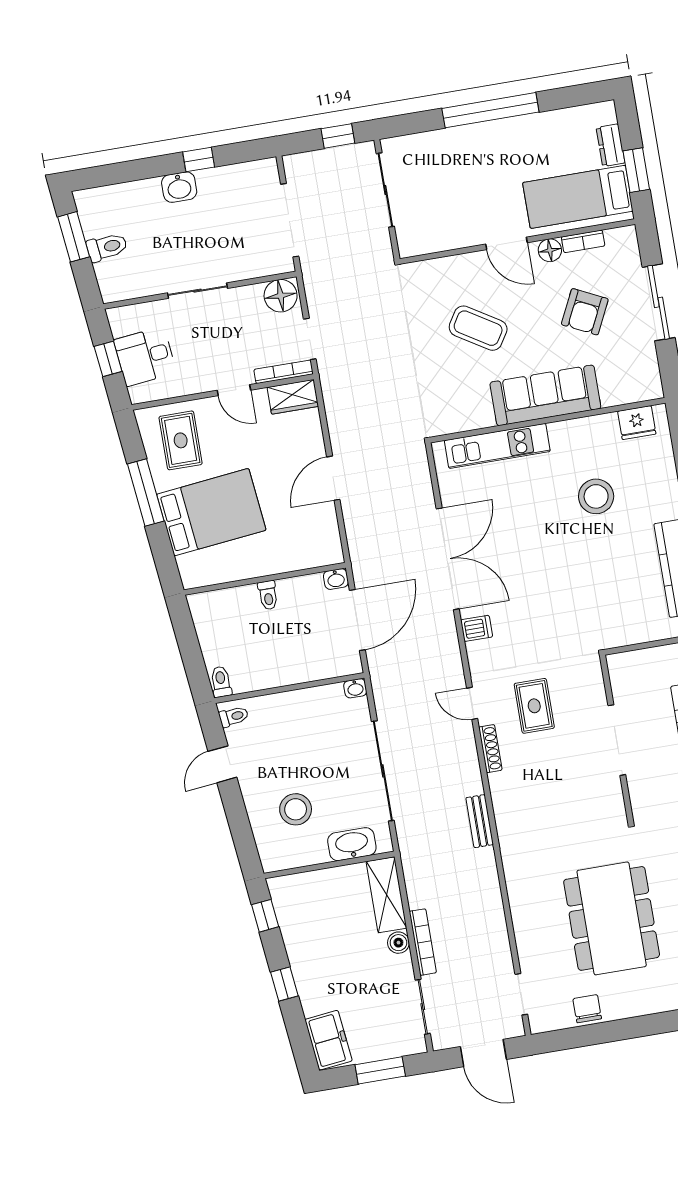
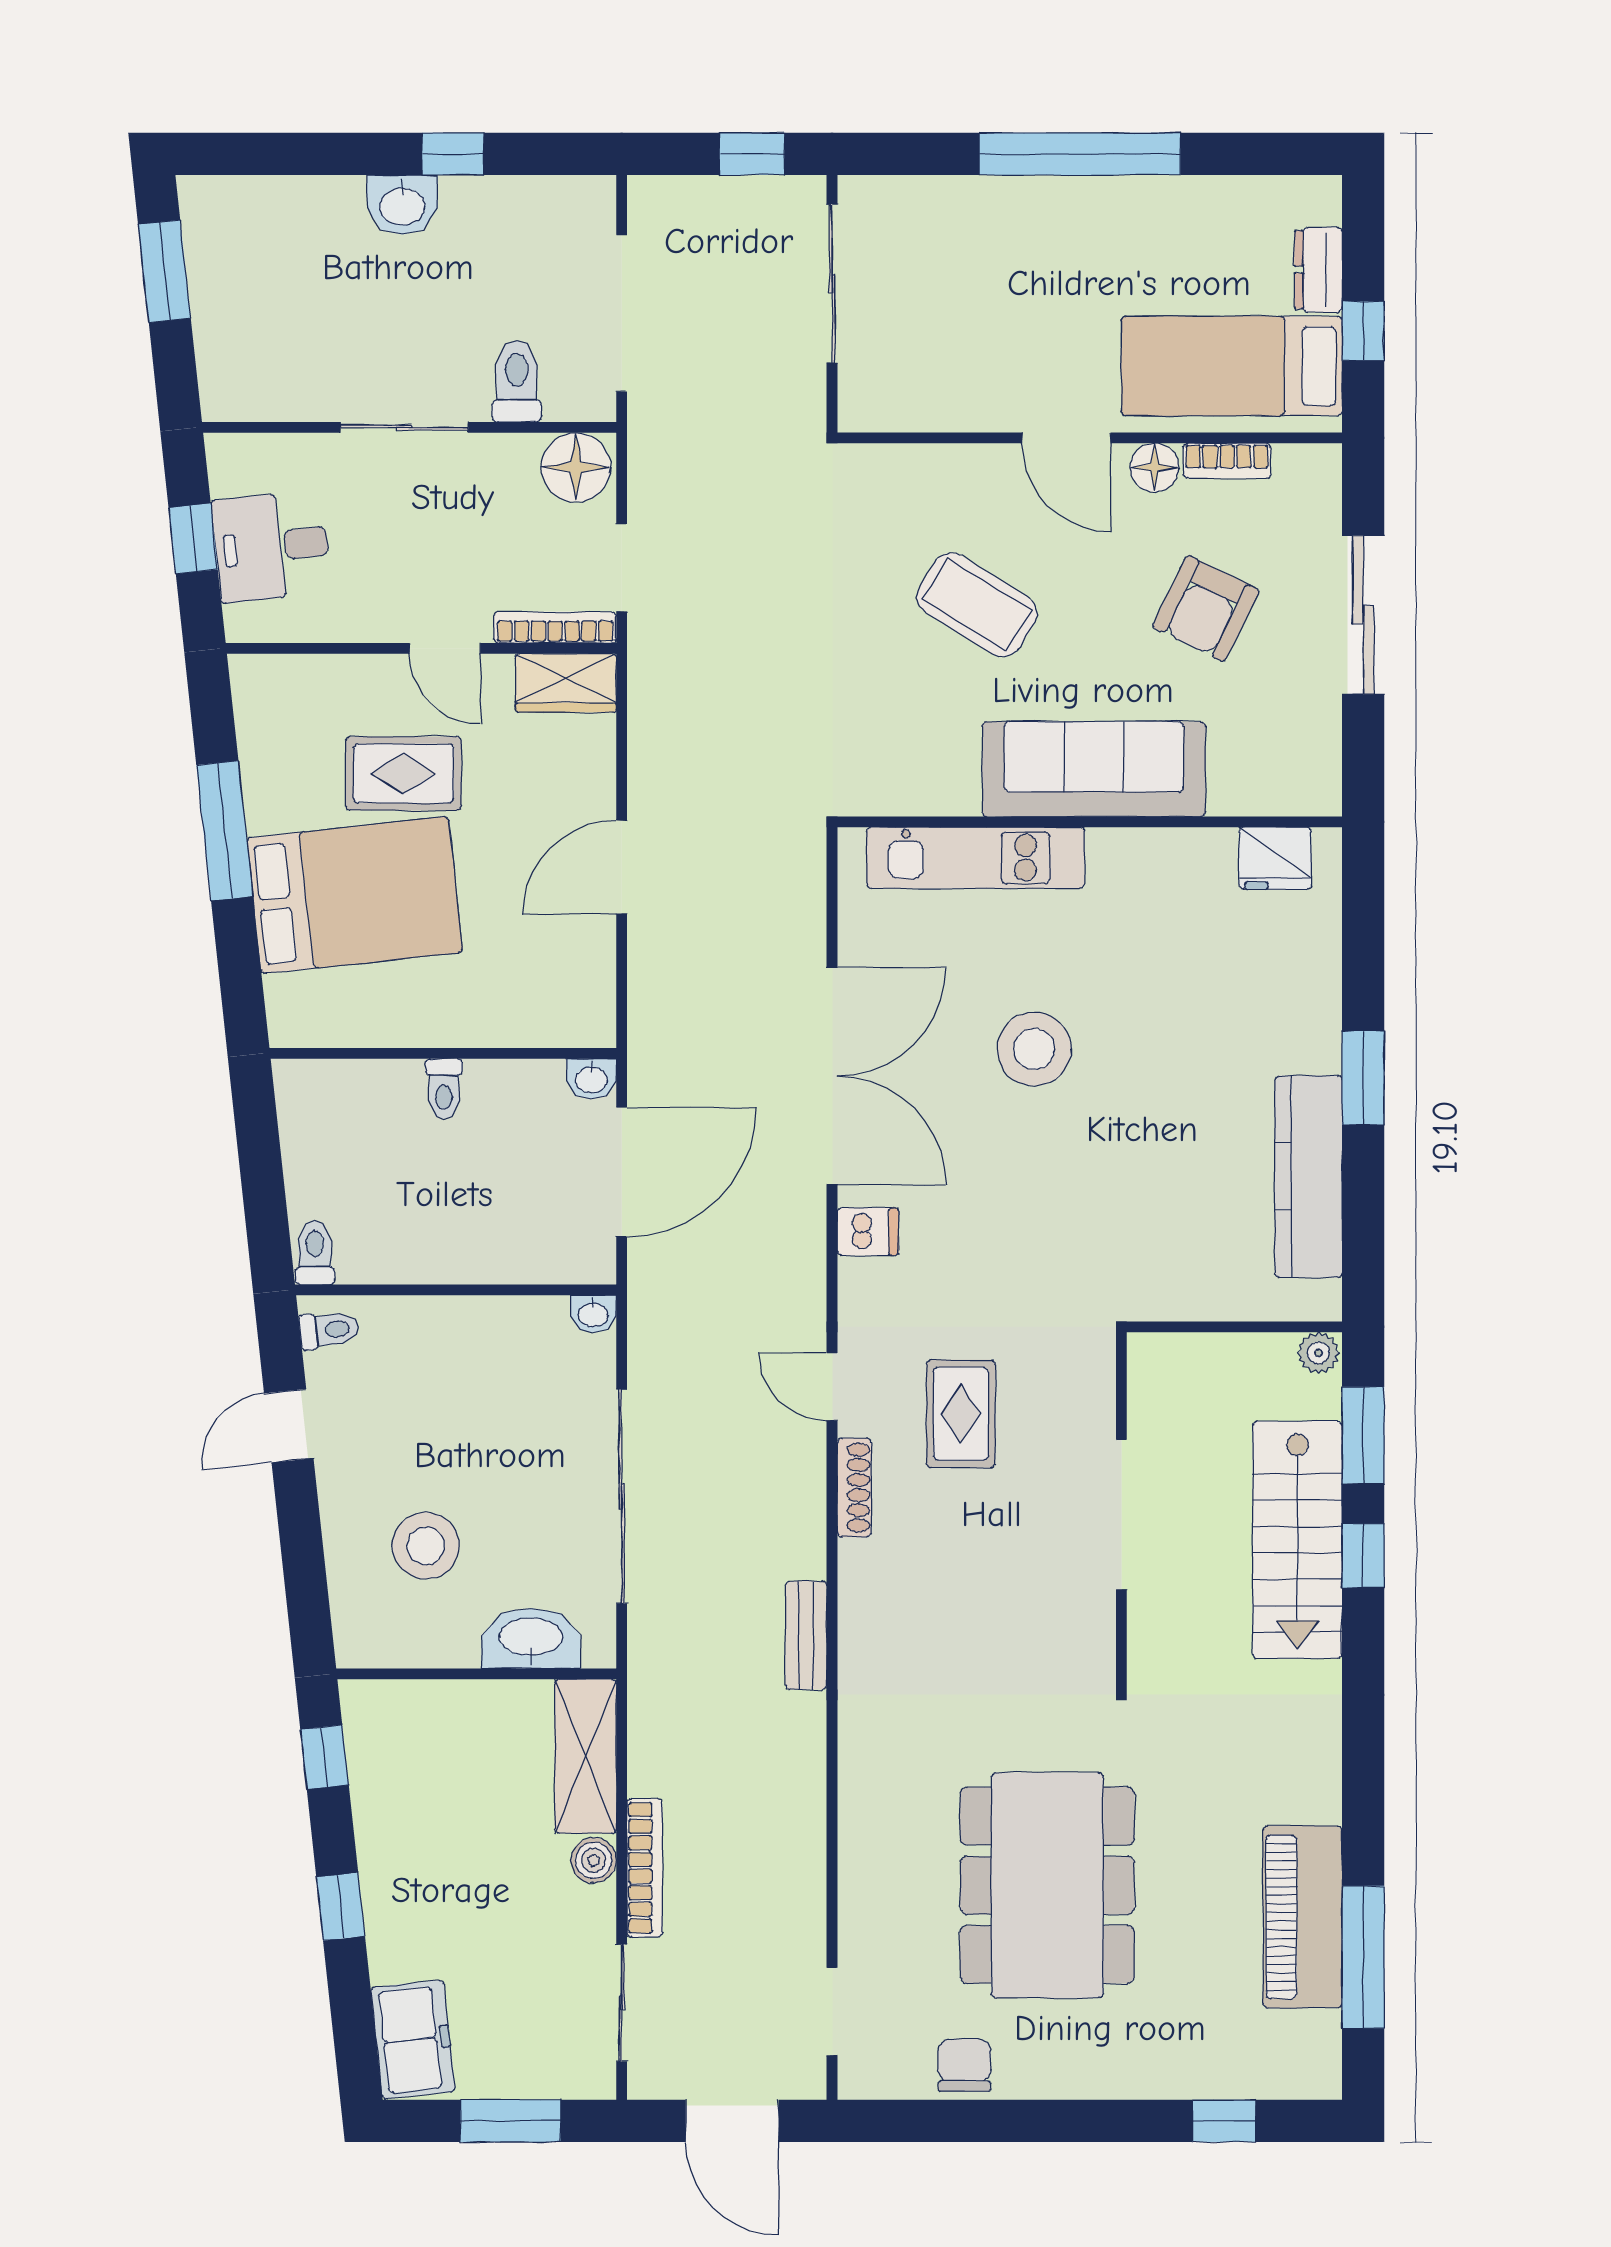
window: (636, 170) -> (1363, 331), width x0.67
toilet: (107, 247) -> (517, 381), moved, turned -84
rug: (181, 440) -> (403, 773), moved, turned 90
stool: (596, 496) -> (1034, 1049), moved

